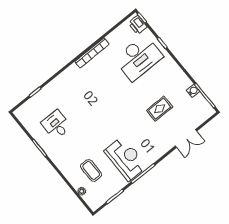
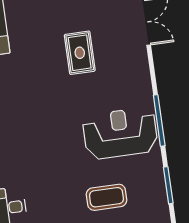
rug: (160, 109) -> (80, 53), moved

